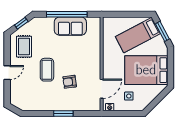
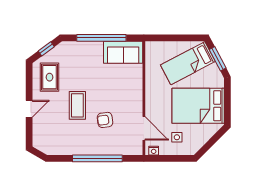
sofa: (70, 26) -> (123, 52), moved
door: (102, 89) -> (144, 128), hinge flipped
window: (63, 113) -> (97, 158), width x2.11

